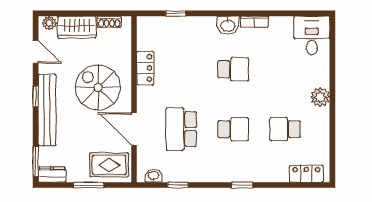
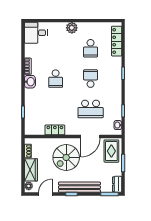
school desk: (233, 69) -> (56, 79), turned 180
locker: (306, 174) -> (117, 41), width x1.53

